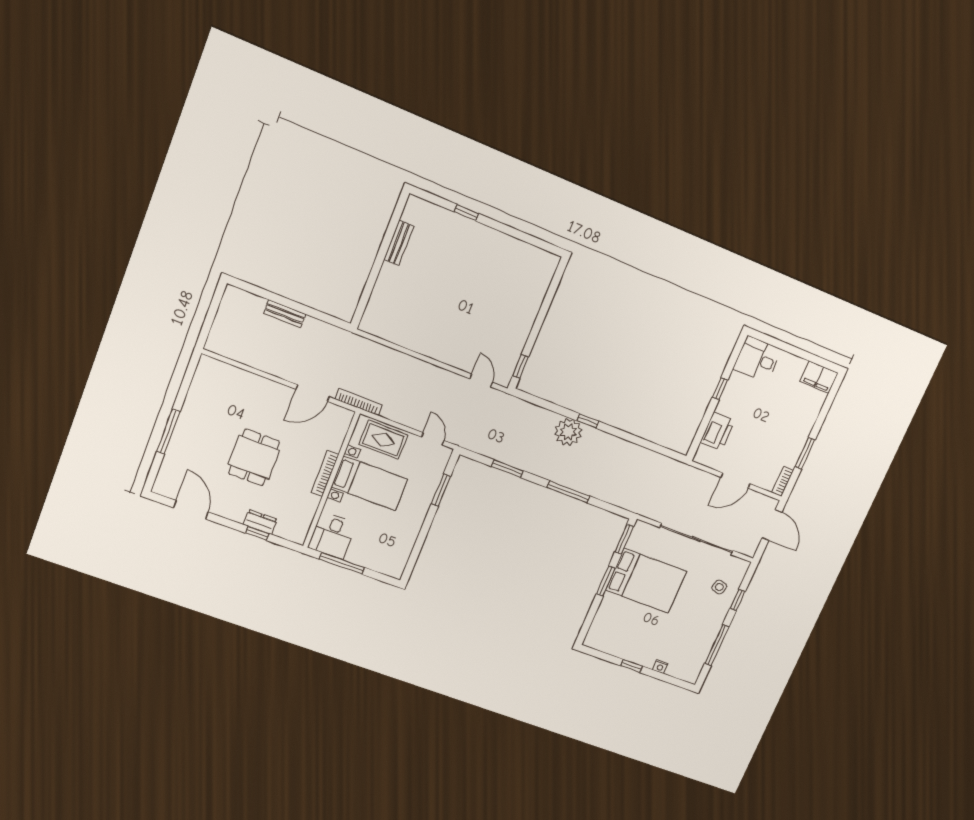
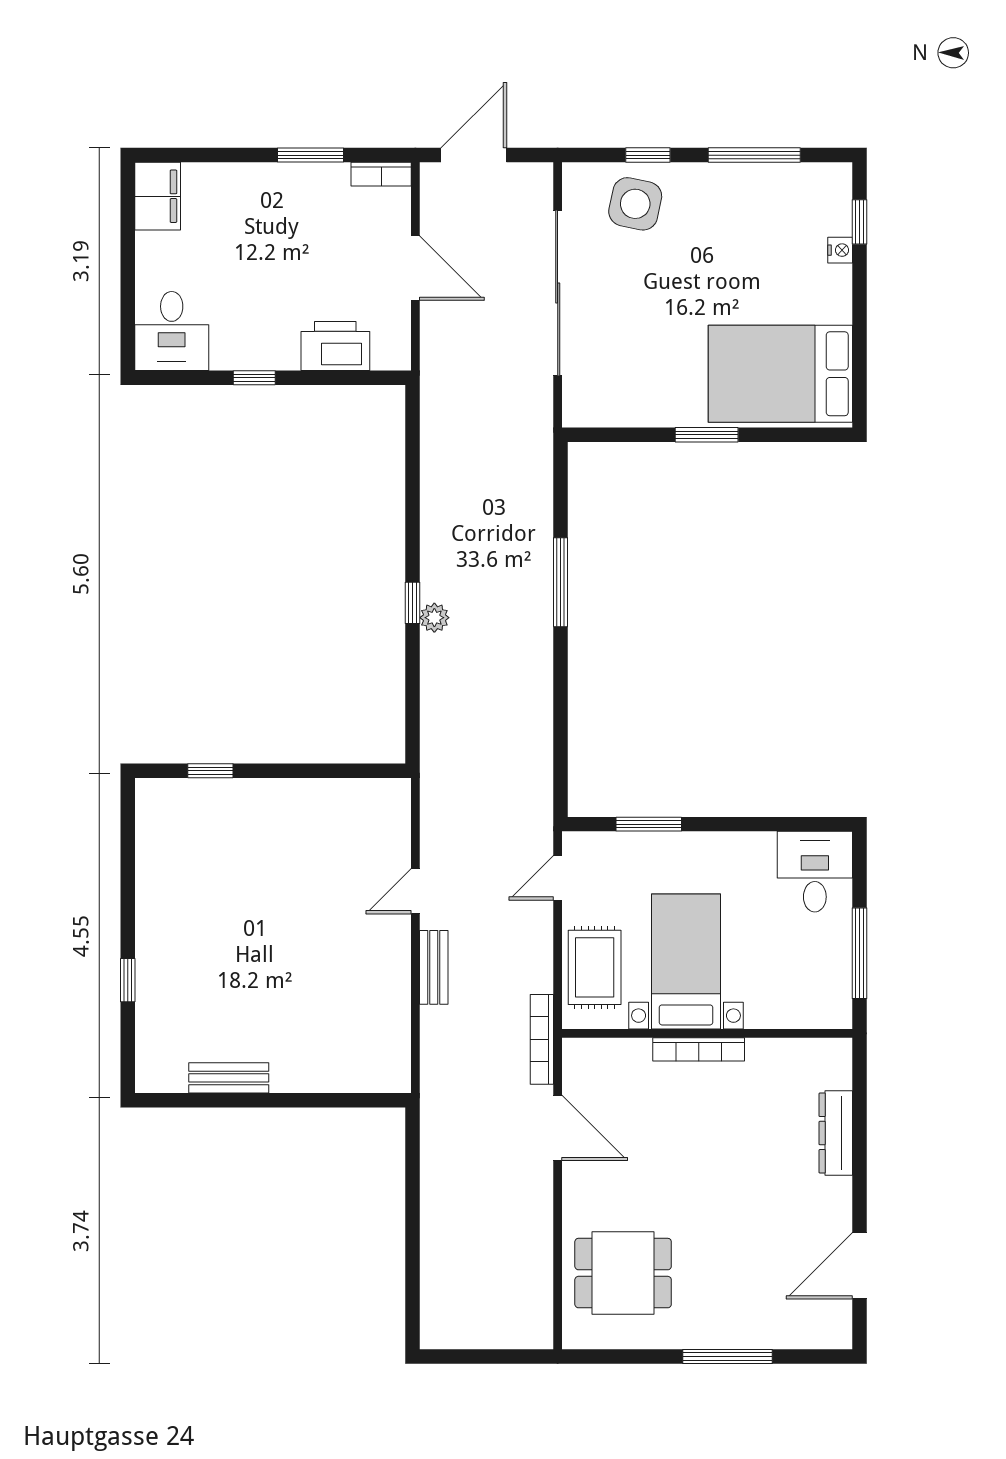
bench: (285, 314) -> (434, 967), moved
window: (521, 366) -> (210, 771), moved
door: (481, 381) -> (415, 891), moved
plant: (568, 432) -> (434, 618), width x0.53, depth x0.53
dining table: (254, 457) -> (623, 1273), moved
window: (507, 469) -> (561, 716), removed
dresser: (260, 522) -> (836, 1133), width x1.44
window: (257, 533) -> (859, 1131), removed
desk: (332, 535) -> (815, 872), moved, turned -90
window: (624, 539) -> (611, 435), removed
bed: (646, 581) -> (780, 374), moved, turned -90
side table: (719, 587) -> (635, 204), width x1.87, depth x1.87
window: (632, 666) -> (859, 222), moved

